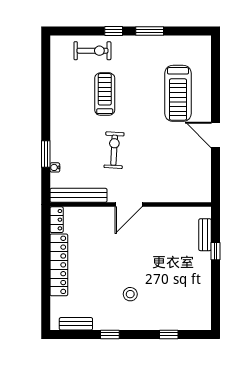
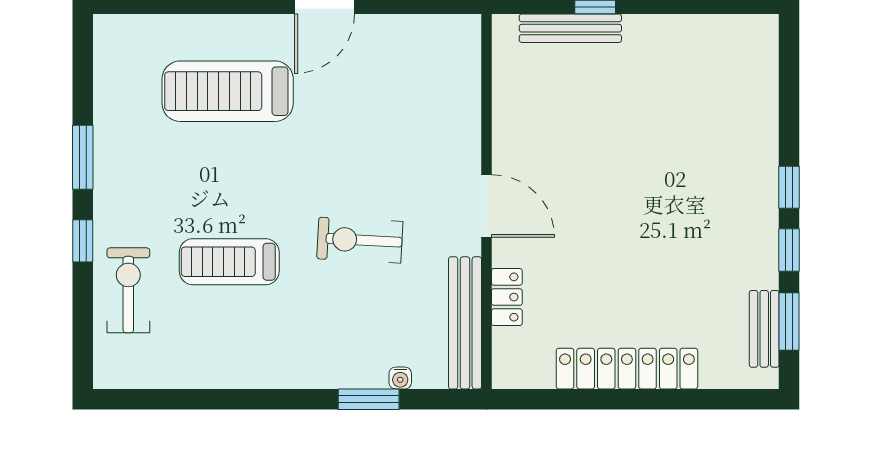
treadmill: (178, 93) -> (228, 91), turned 180
locker: (57, 220) -> (507, 297), moved, turned 90
bench: (205, 235) -> (570, 28), width x1.36
stool: (130, 294) -> (695, 202), removed
window: (79, 334) -> (789, 321), added
window: (169, 334) -> (789, 187), moved

